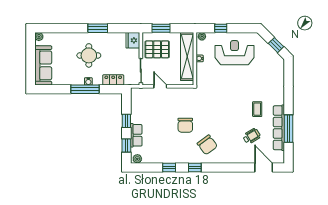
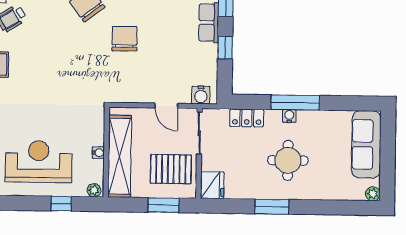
reception desk: (234, 53) -> (39, 162), turned 180
water cooler: (140, 93) -> (201, 95), added

